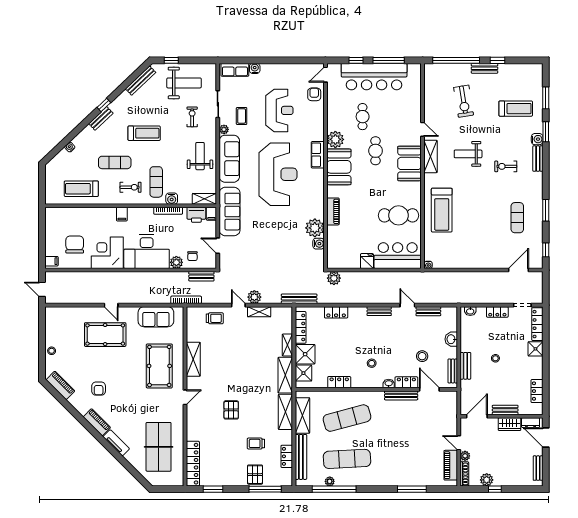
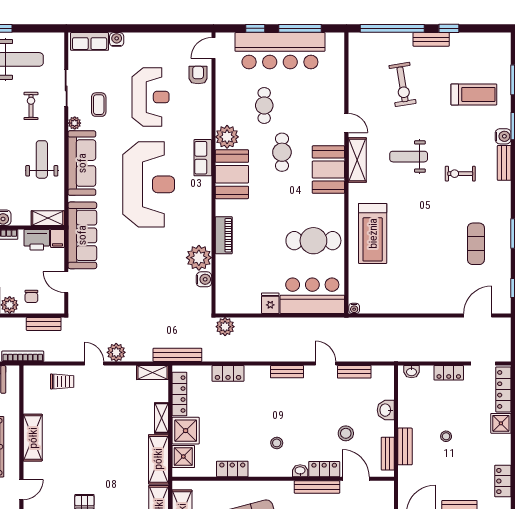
shelving: (259, 312) -> (152, 373), moved

